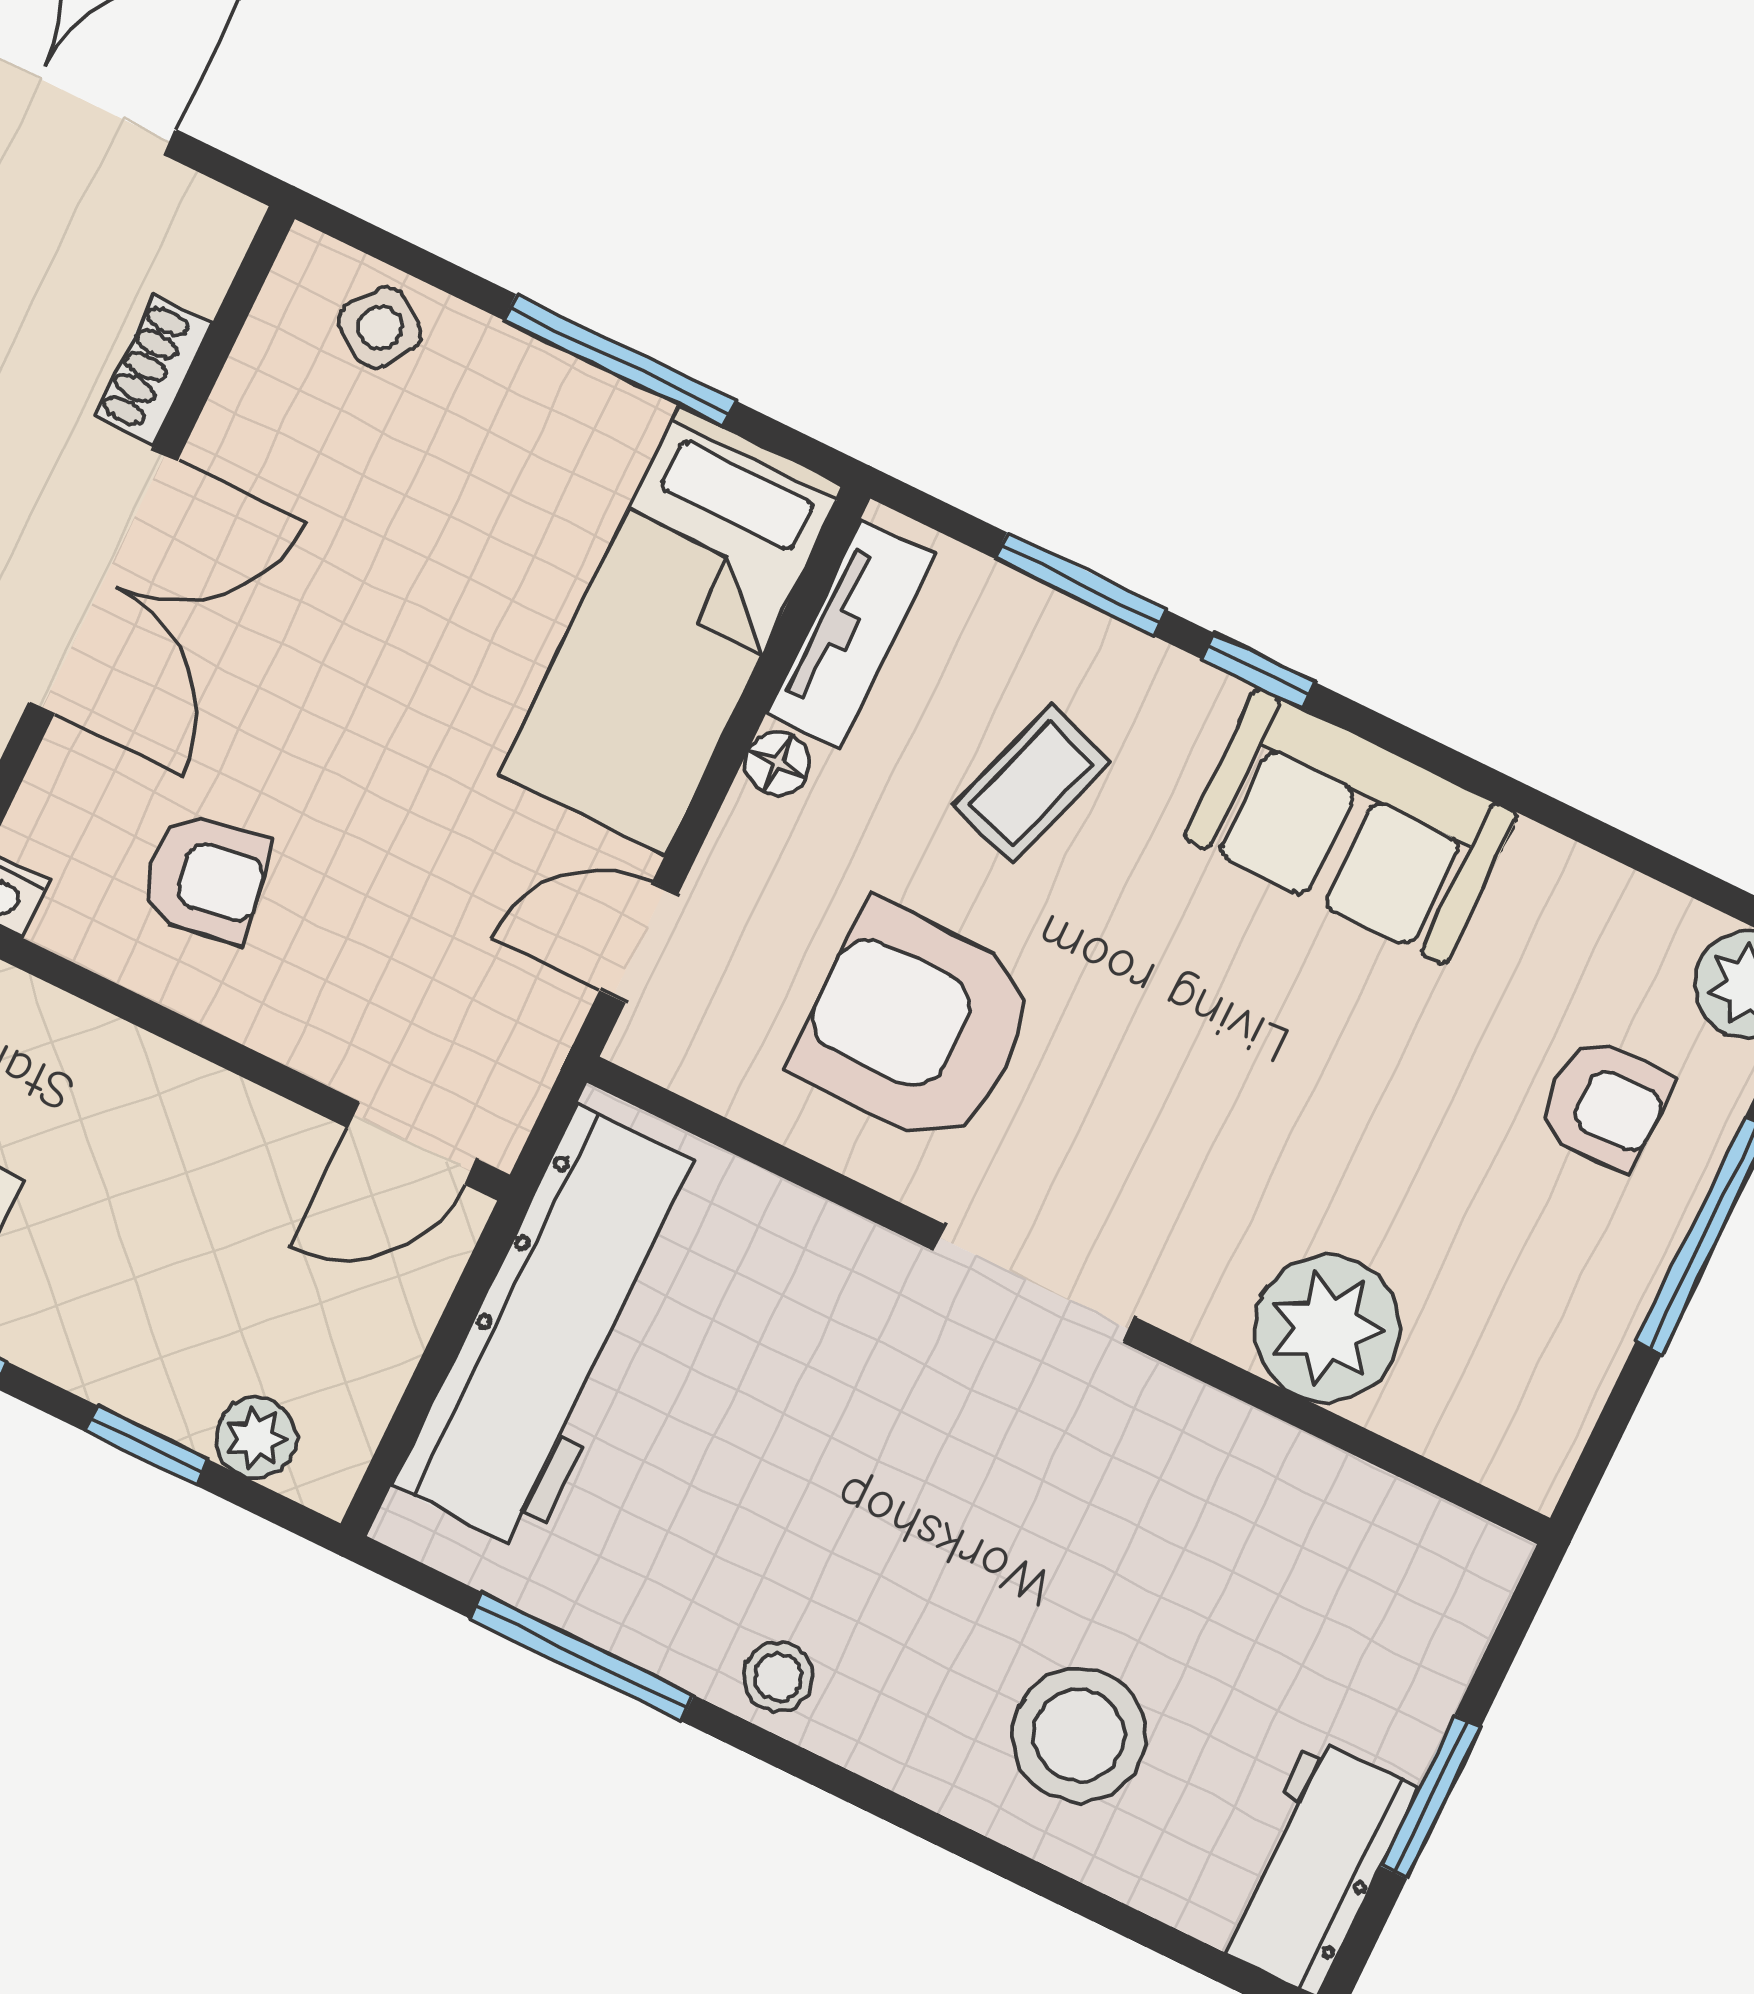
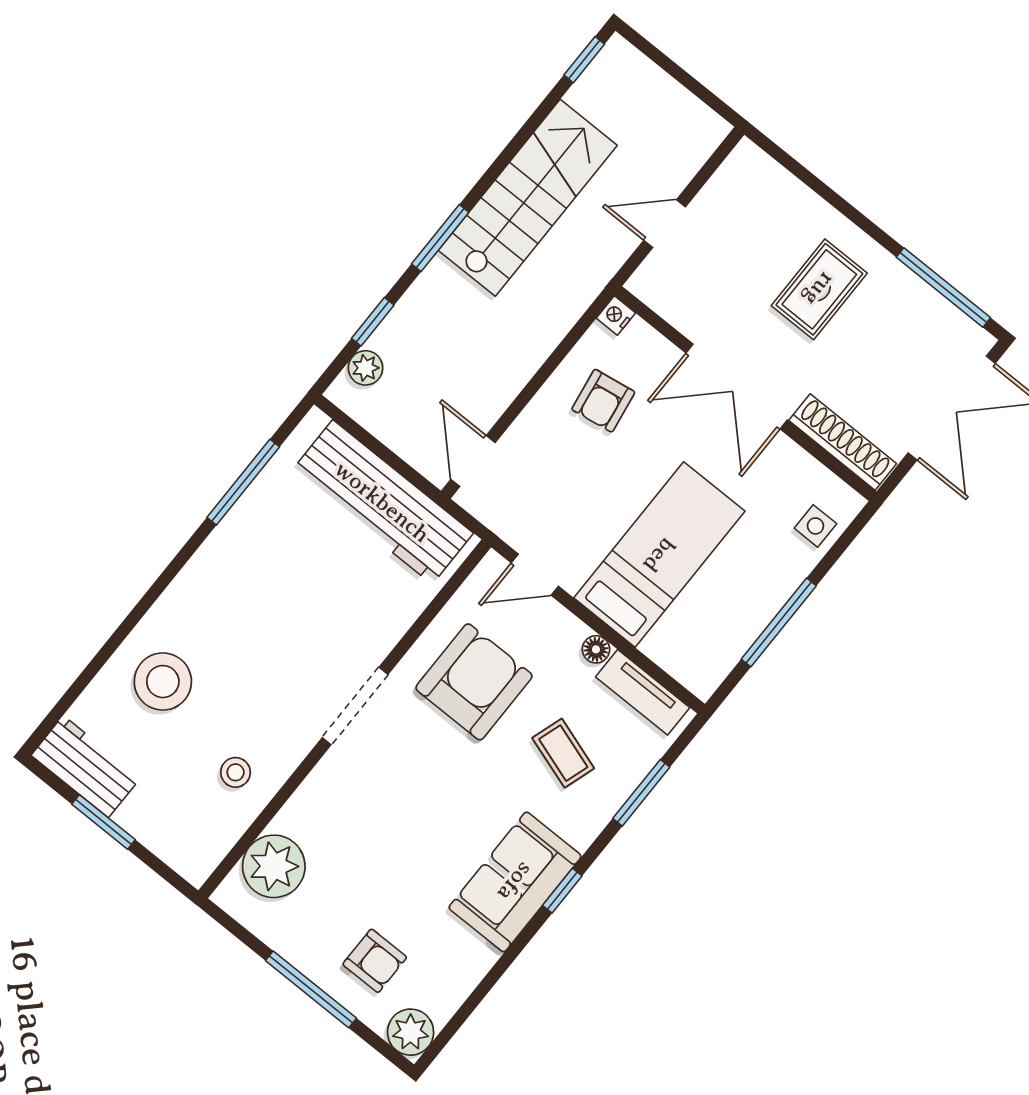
side table: (380, 327) -> (815, 526), turned -35
shoe rack: (153, 370) -> (843, 442), width x1.94, depth x1.24
bed: (672, 630) -> (659, 555), moved, turned 90
window: (1258, 671) -> (562, 891), moved
door: (639, 942) -> (535, 575), swing flipped
armchair: (1605, 1104) -> (375, 961), turned -90
plant: (1327, 1329) -> (274, 866), moved
stool: (778, 1677) -> (236, 772), moved

